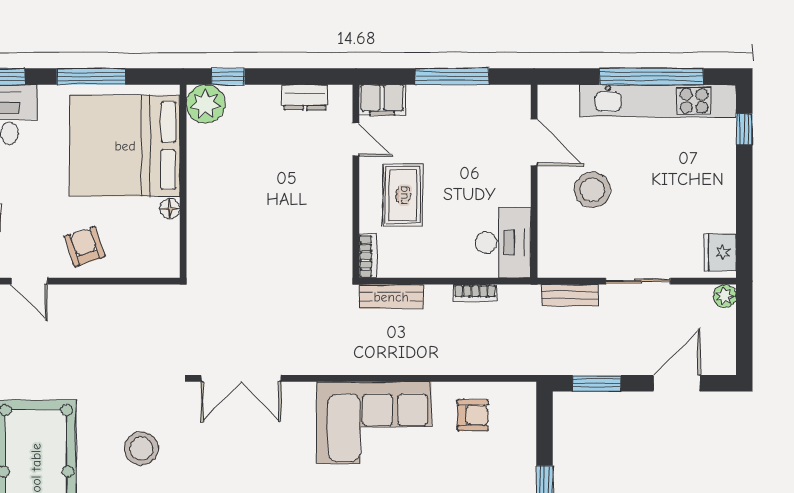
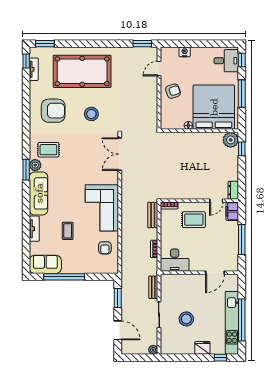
dresser: (305, 97) -> (233, 190), moved
stool: (592, 190) -> (186, 319), moved
fridge: (720, 252) -> (202, 348), moved

